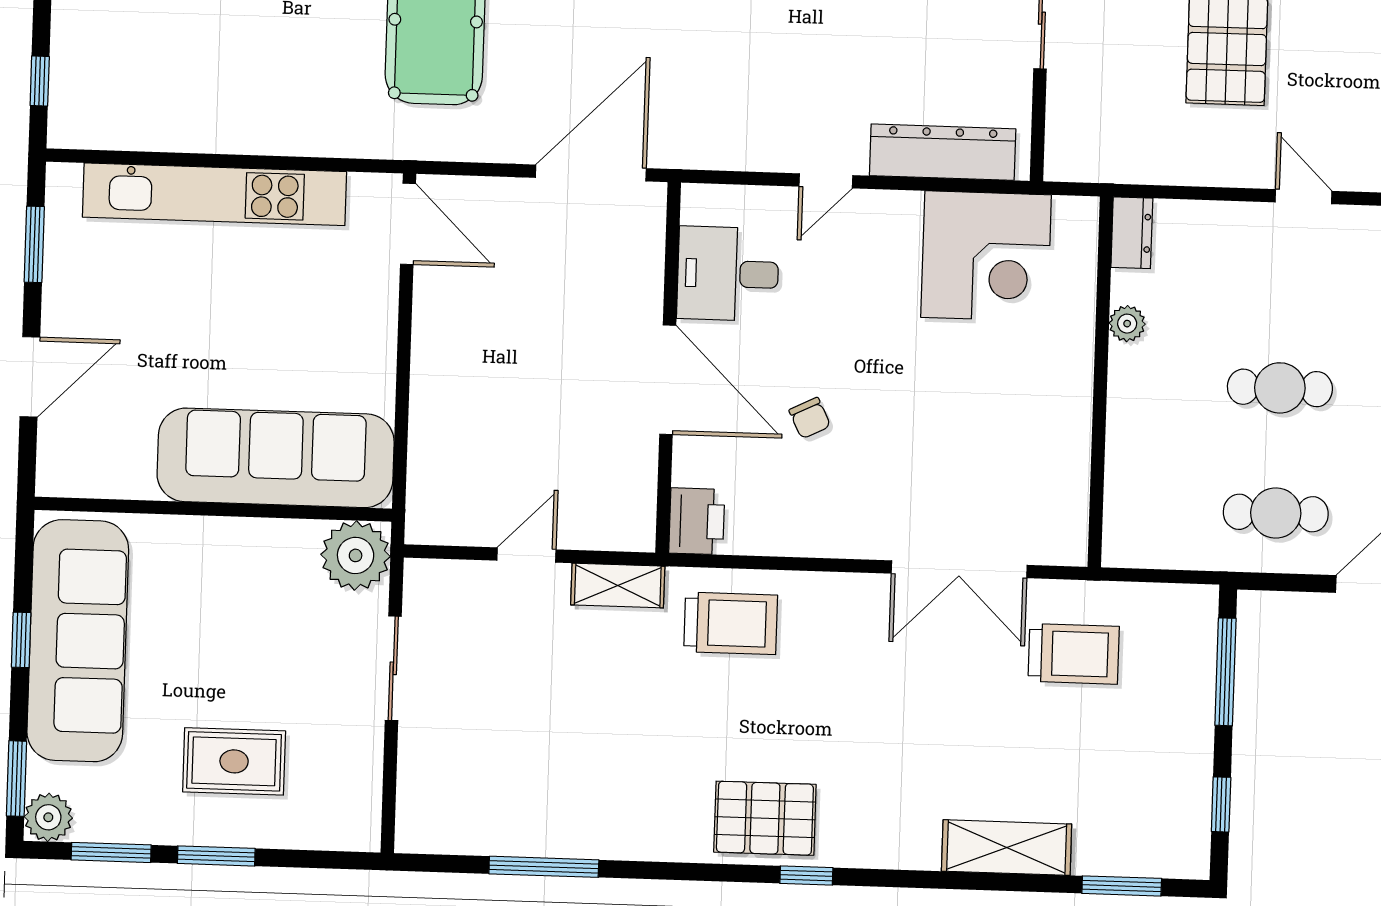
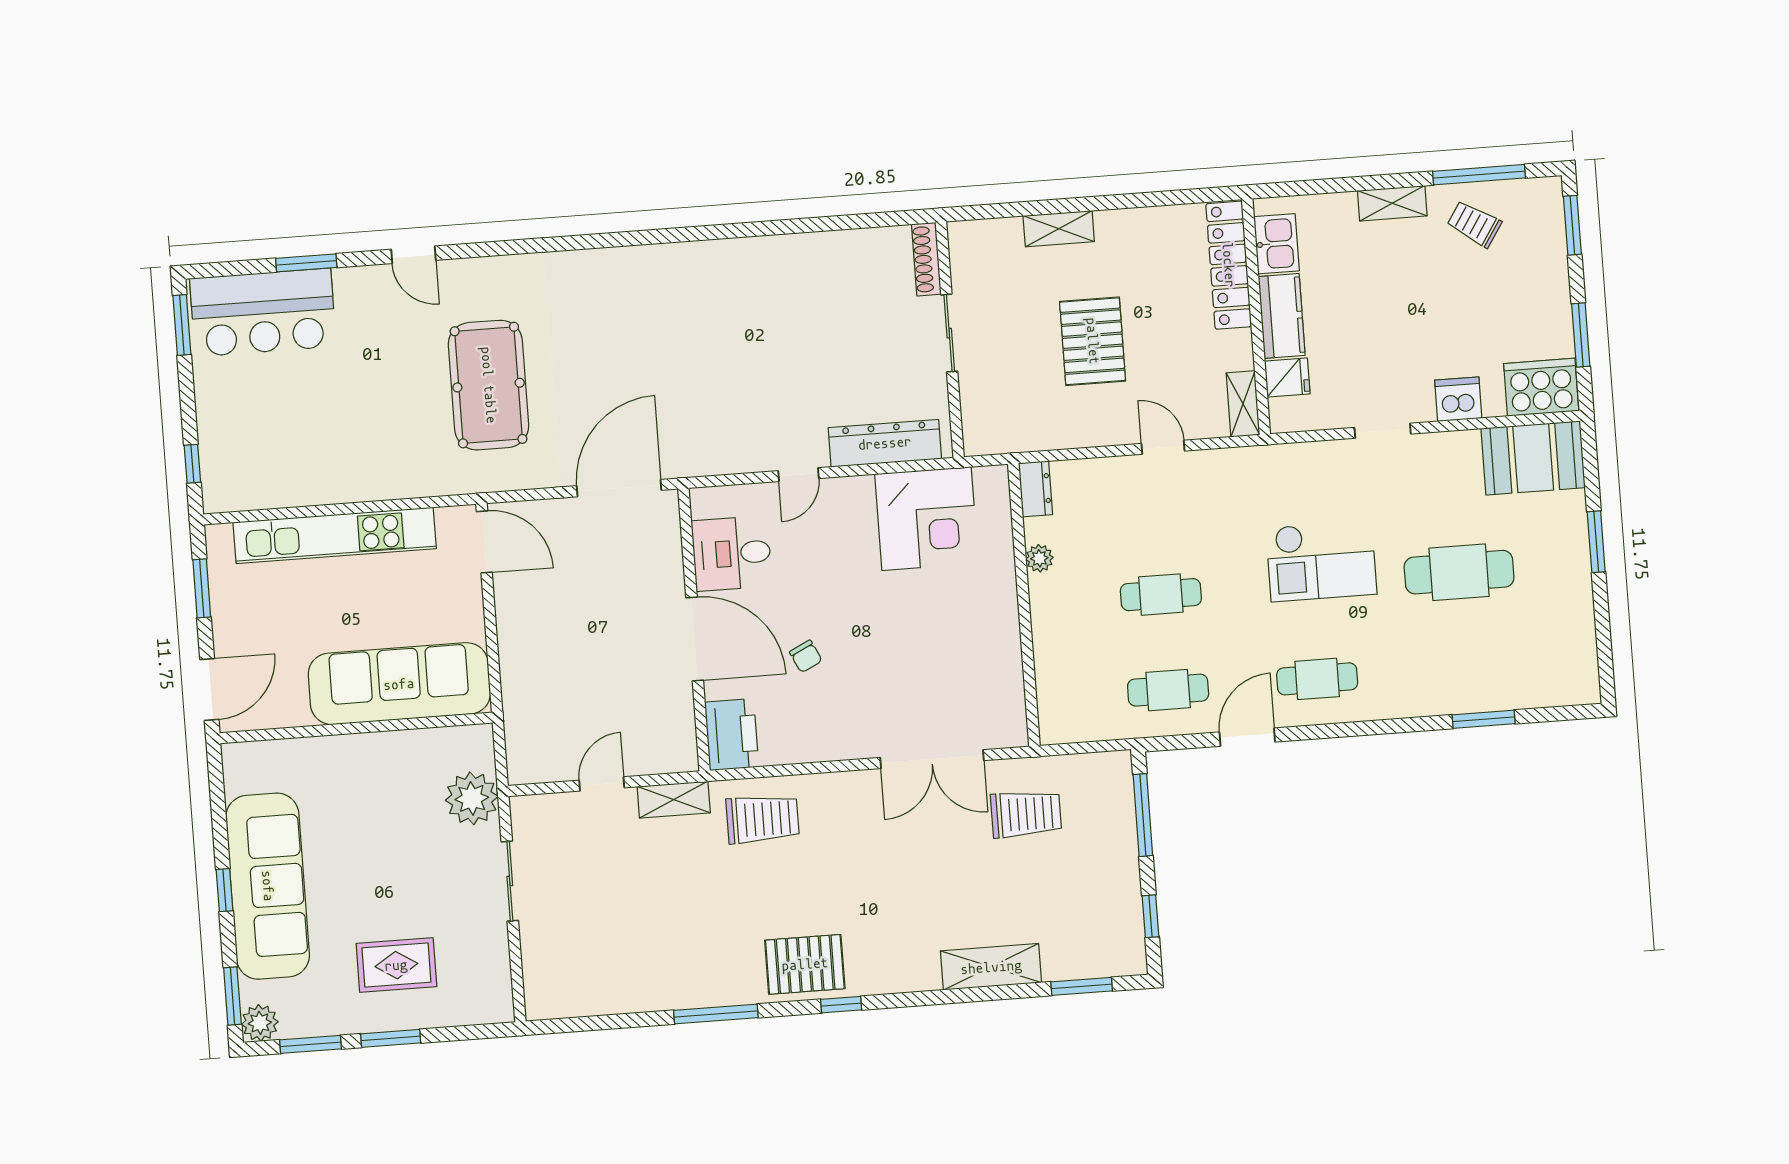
sofa: (276, 458) -> (399, 684), moved
wall: (213, 509) -> (356, 728), moved
printer: (697, 521) -> (732, 735), width x1.37, depth x1.19
window: (544, 867) -> (716, 1014), moved

